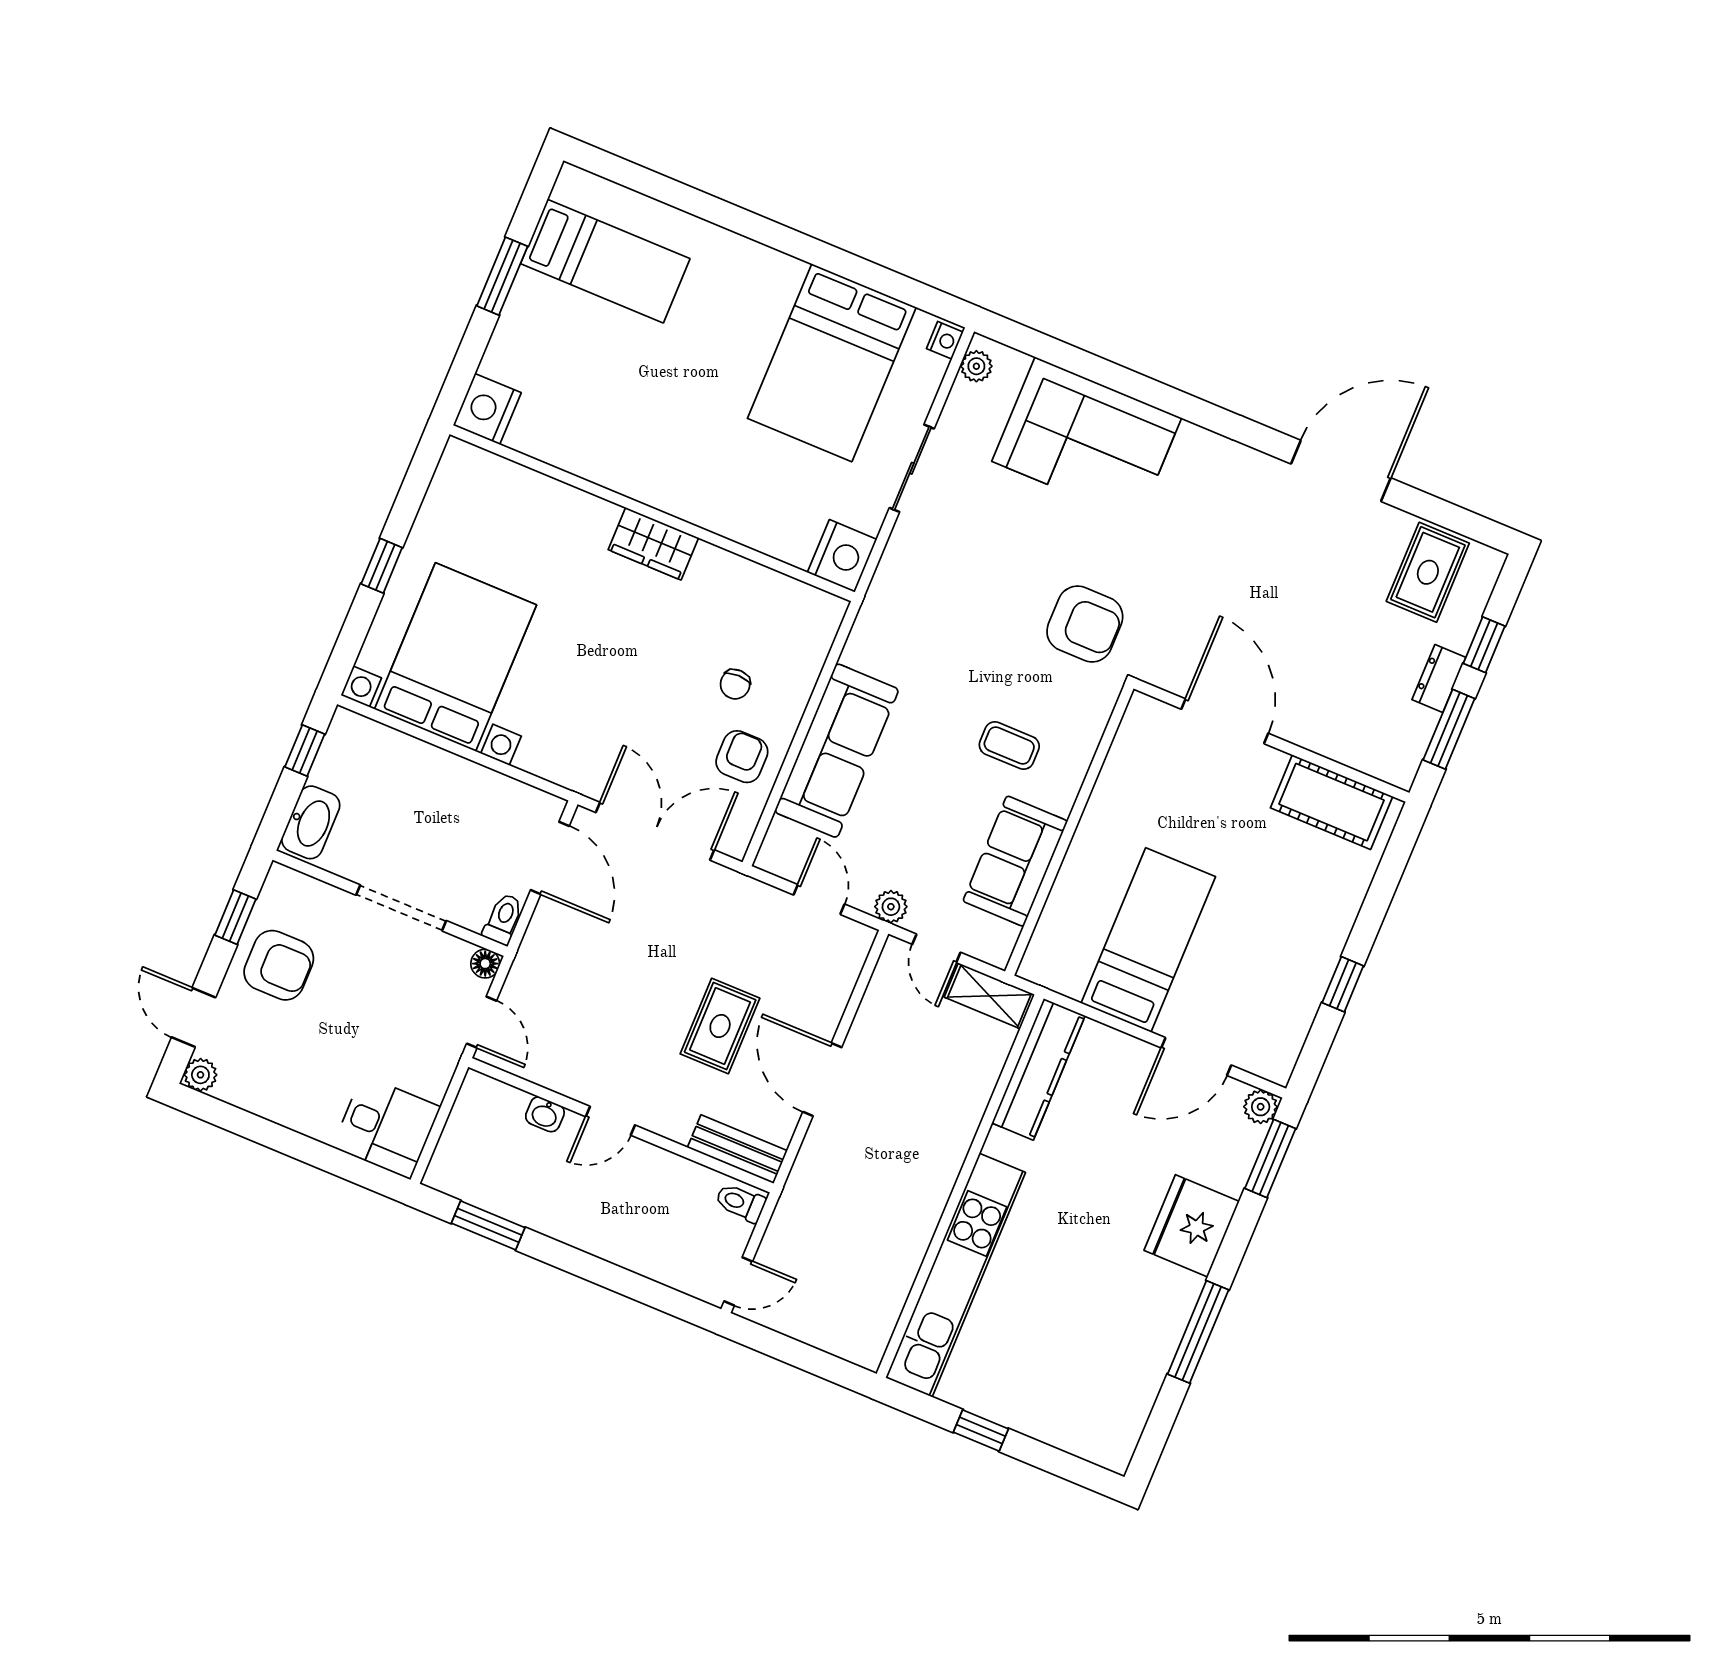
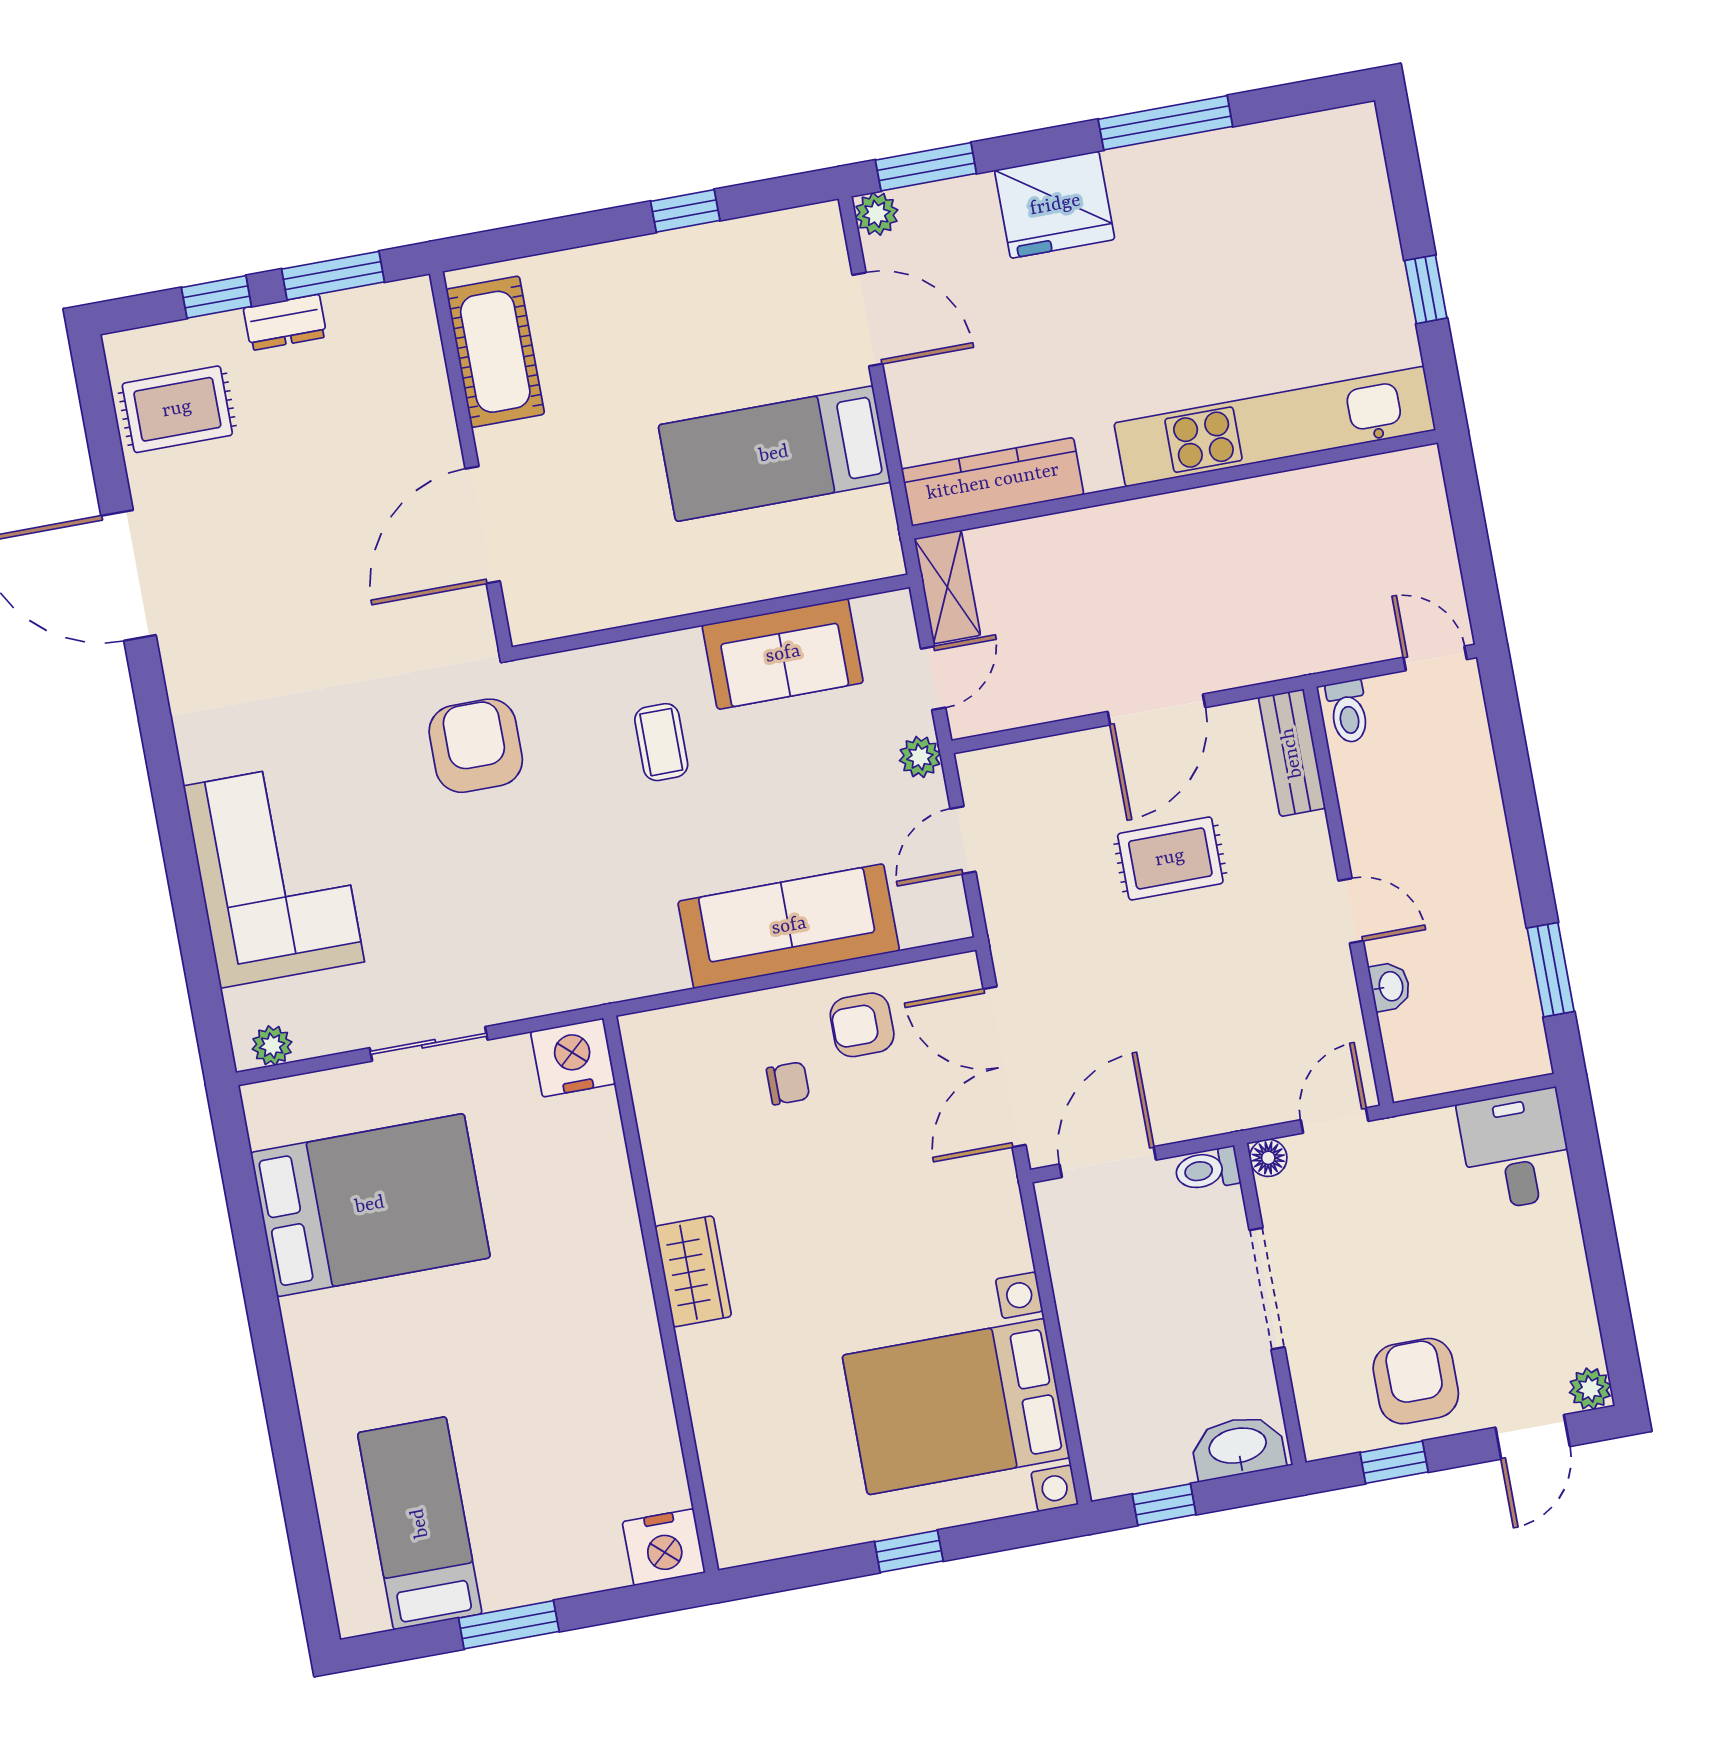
nightstand: (945, 340) -> (266, 1098), removed

